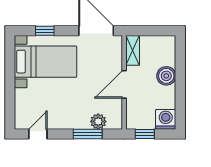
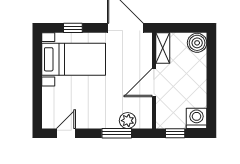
boiler: (166, 76) -> (197, 43), moved

